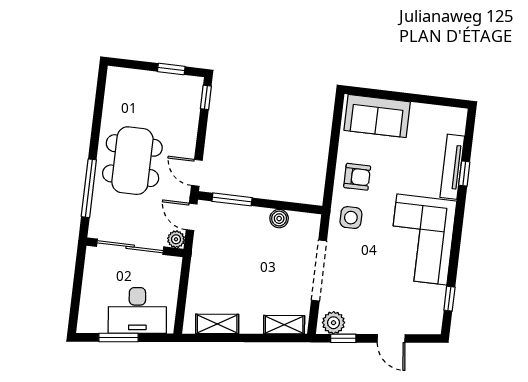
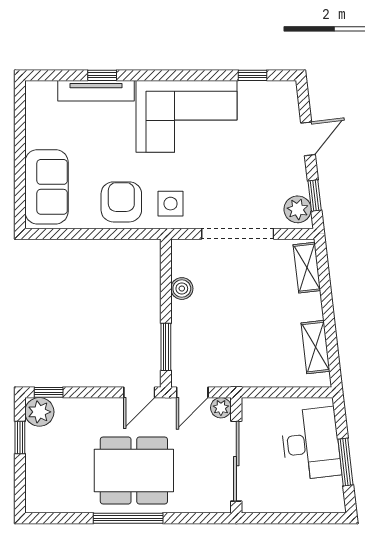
plant: (191, 88) -> (39, 412), added
armchair: (357, 177) -> (121, 202), width x1.38, depth x1.38
window: (89, 188) -> (128, 518), moved

